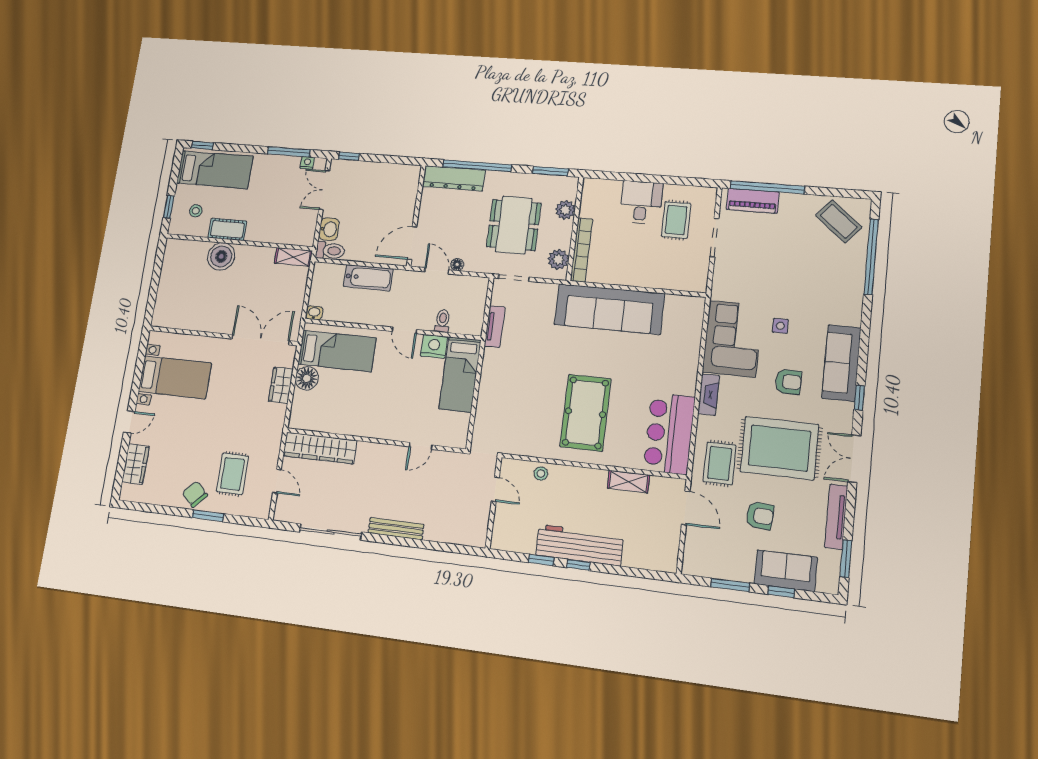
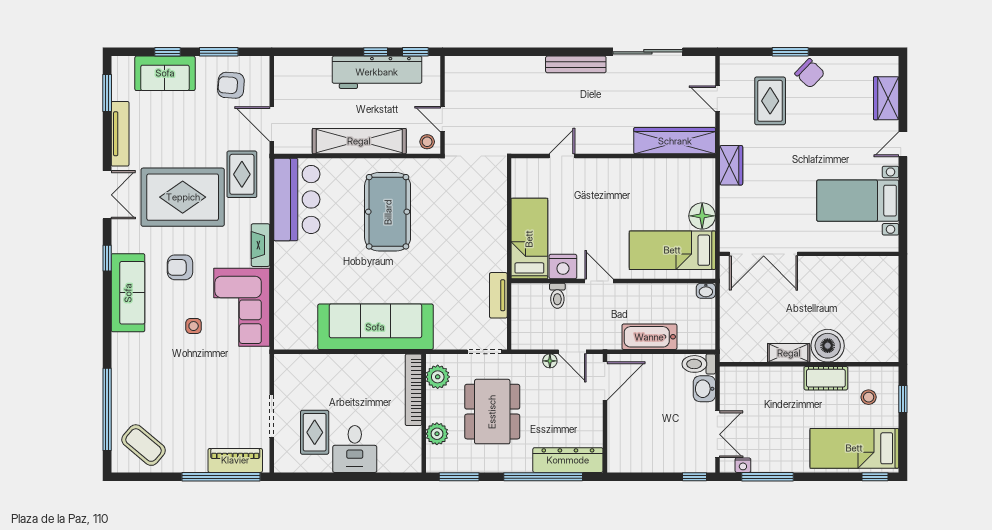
shelving: (293, 257) -> (789, 353), moved
wardrobe: (281, 385) -> (731, 165), moved
shelving: (628, 482) -> (359, 141), width x2.20, depth x1.33
door: (495, 489) -> (442, 119), moved
wall: (494, 503) -> (442, 105), moved
armchair: (760, 516) -> (231, 85), moved

